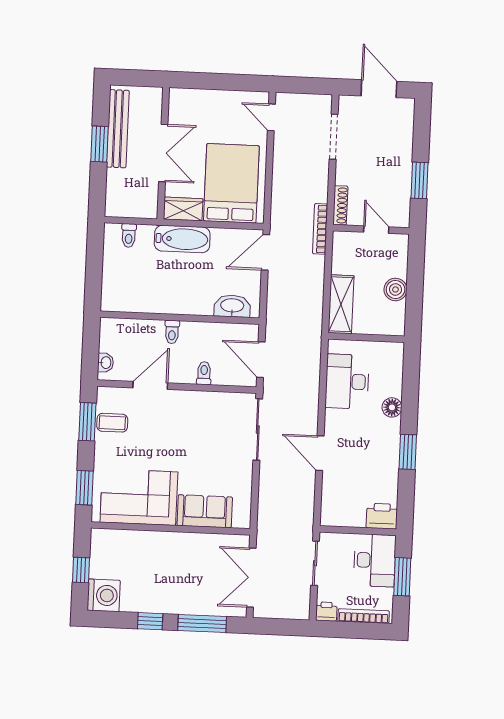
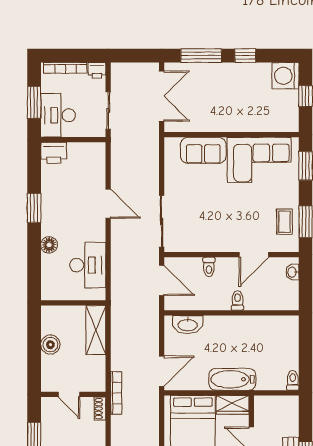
shoe rack: (340, 205) -> (100, 409), width x0.70
toilet: (129, 236) -> (293, 380), moved
coffee table: (112, 423) -> (285, 222), turned 90

